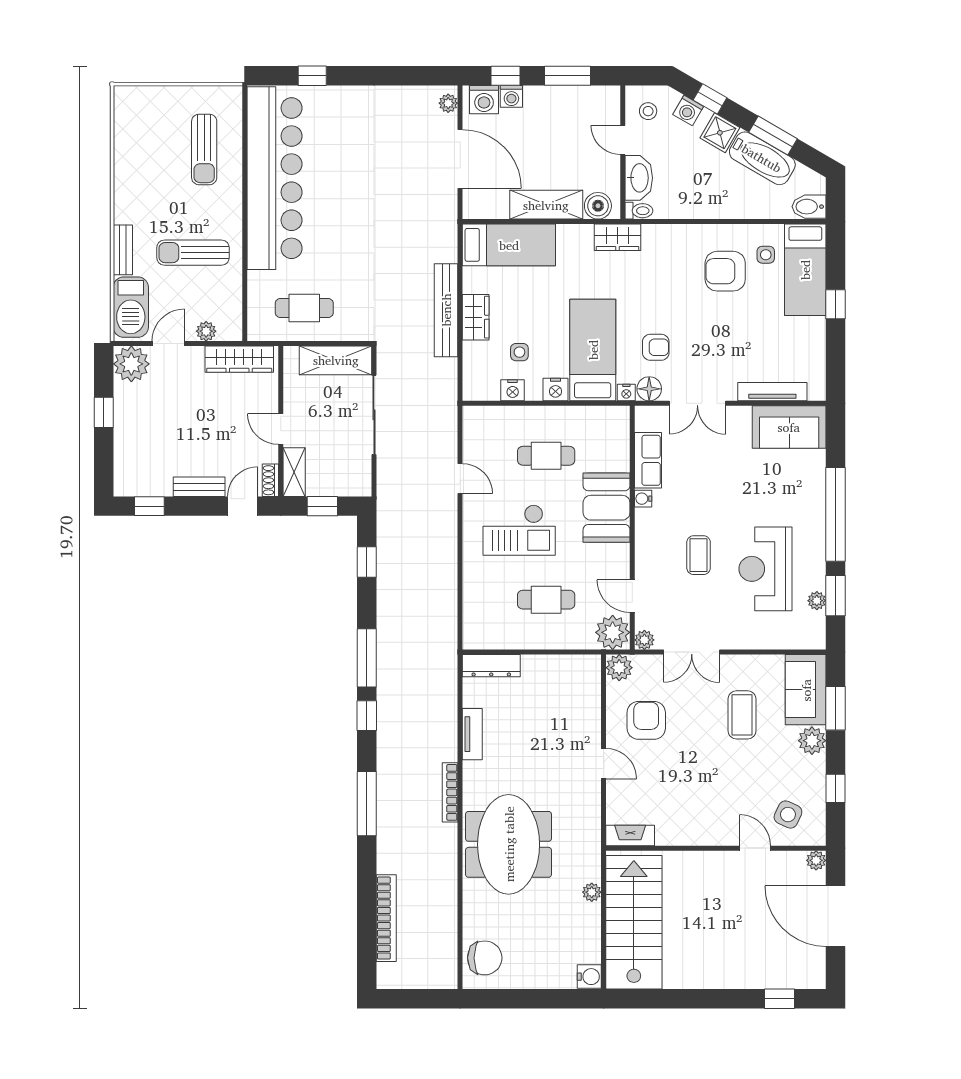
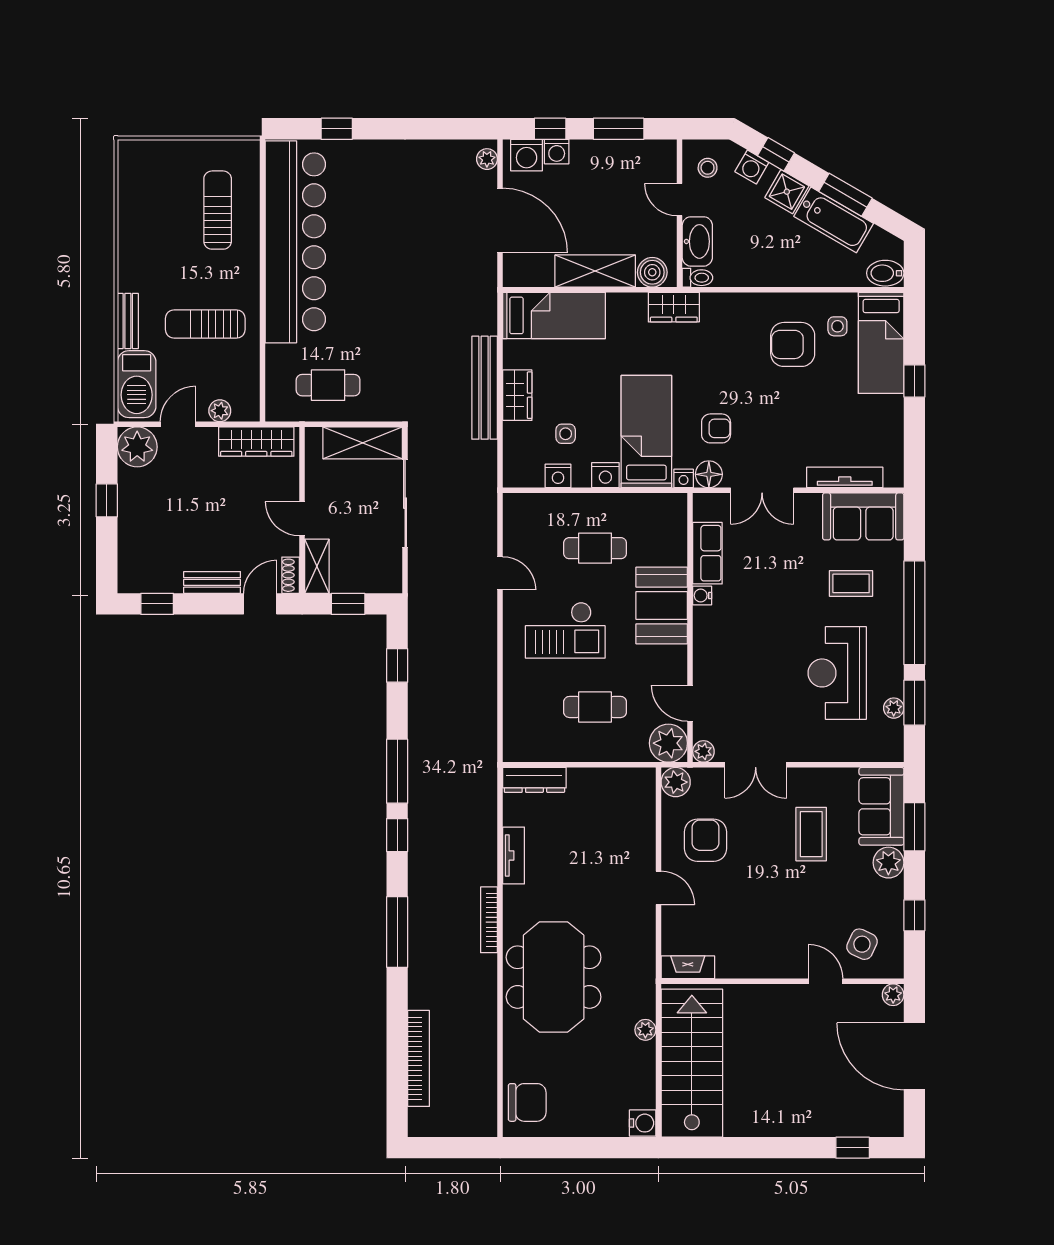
sun lounger: (204, 149) -> (218, 210), turned 180
coffee table: (699, 555) -> (851, 583), moved, turned 90

